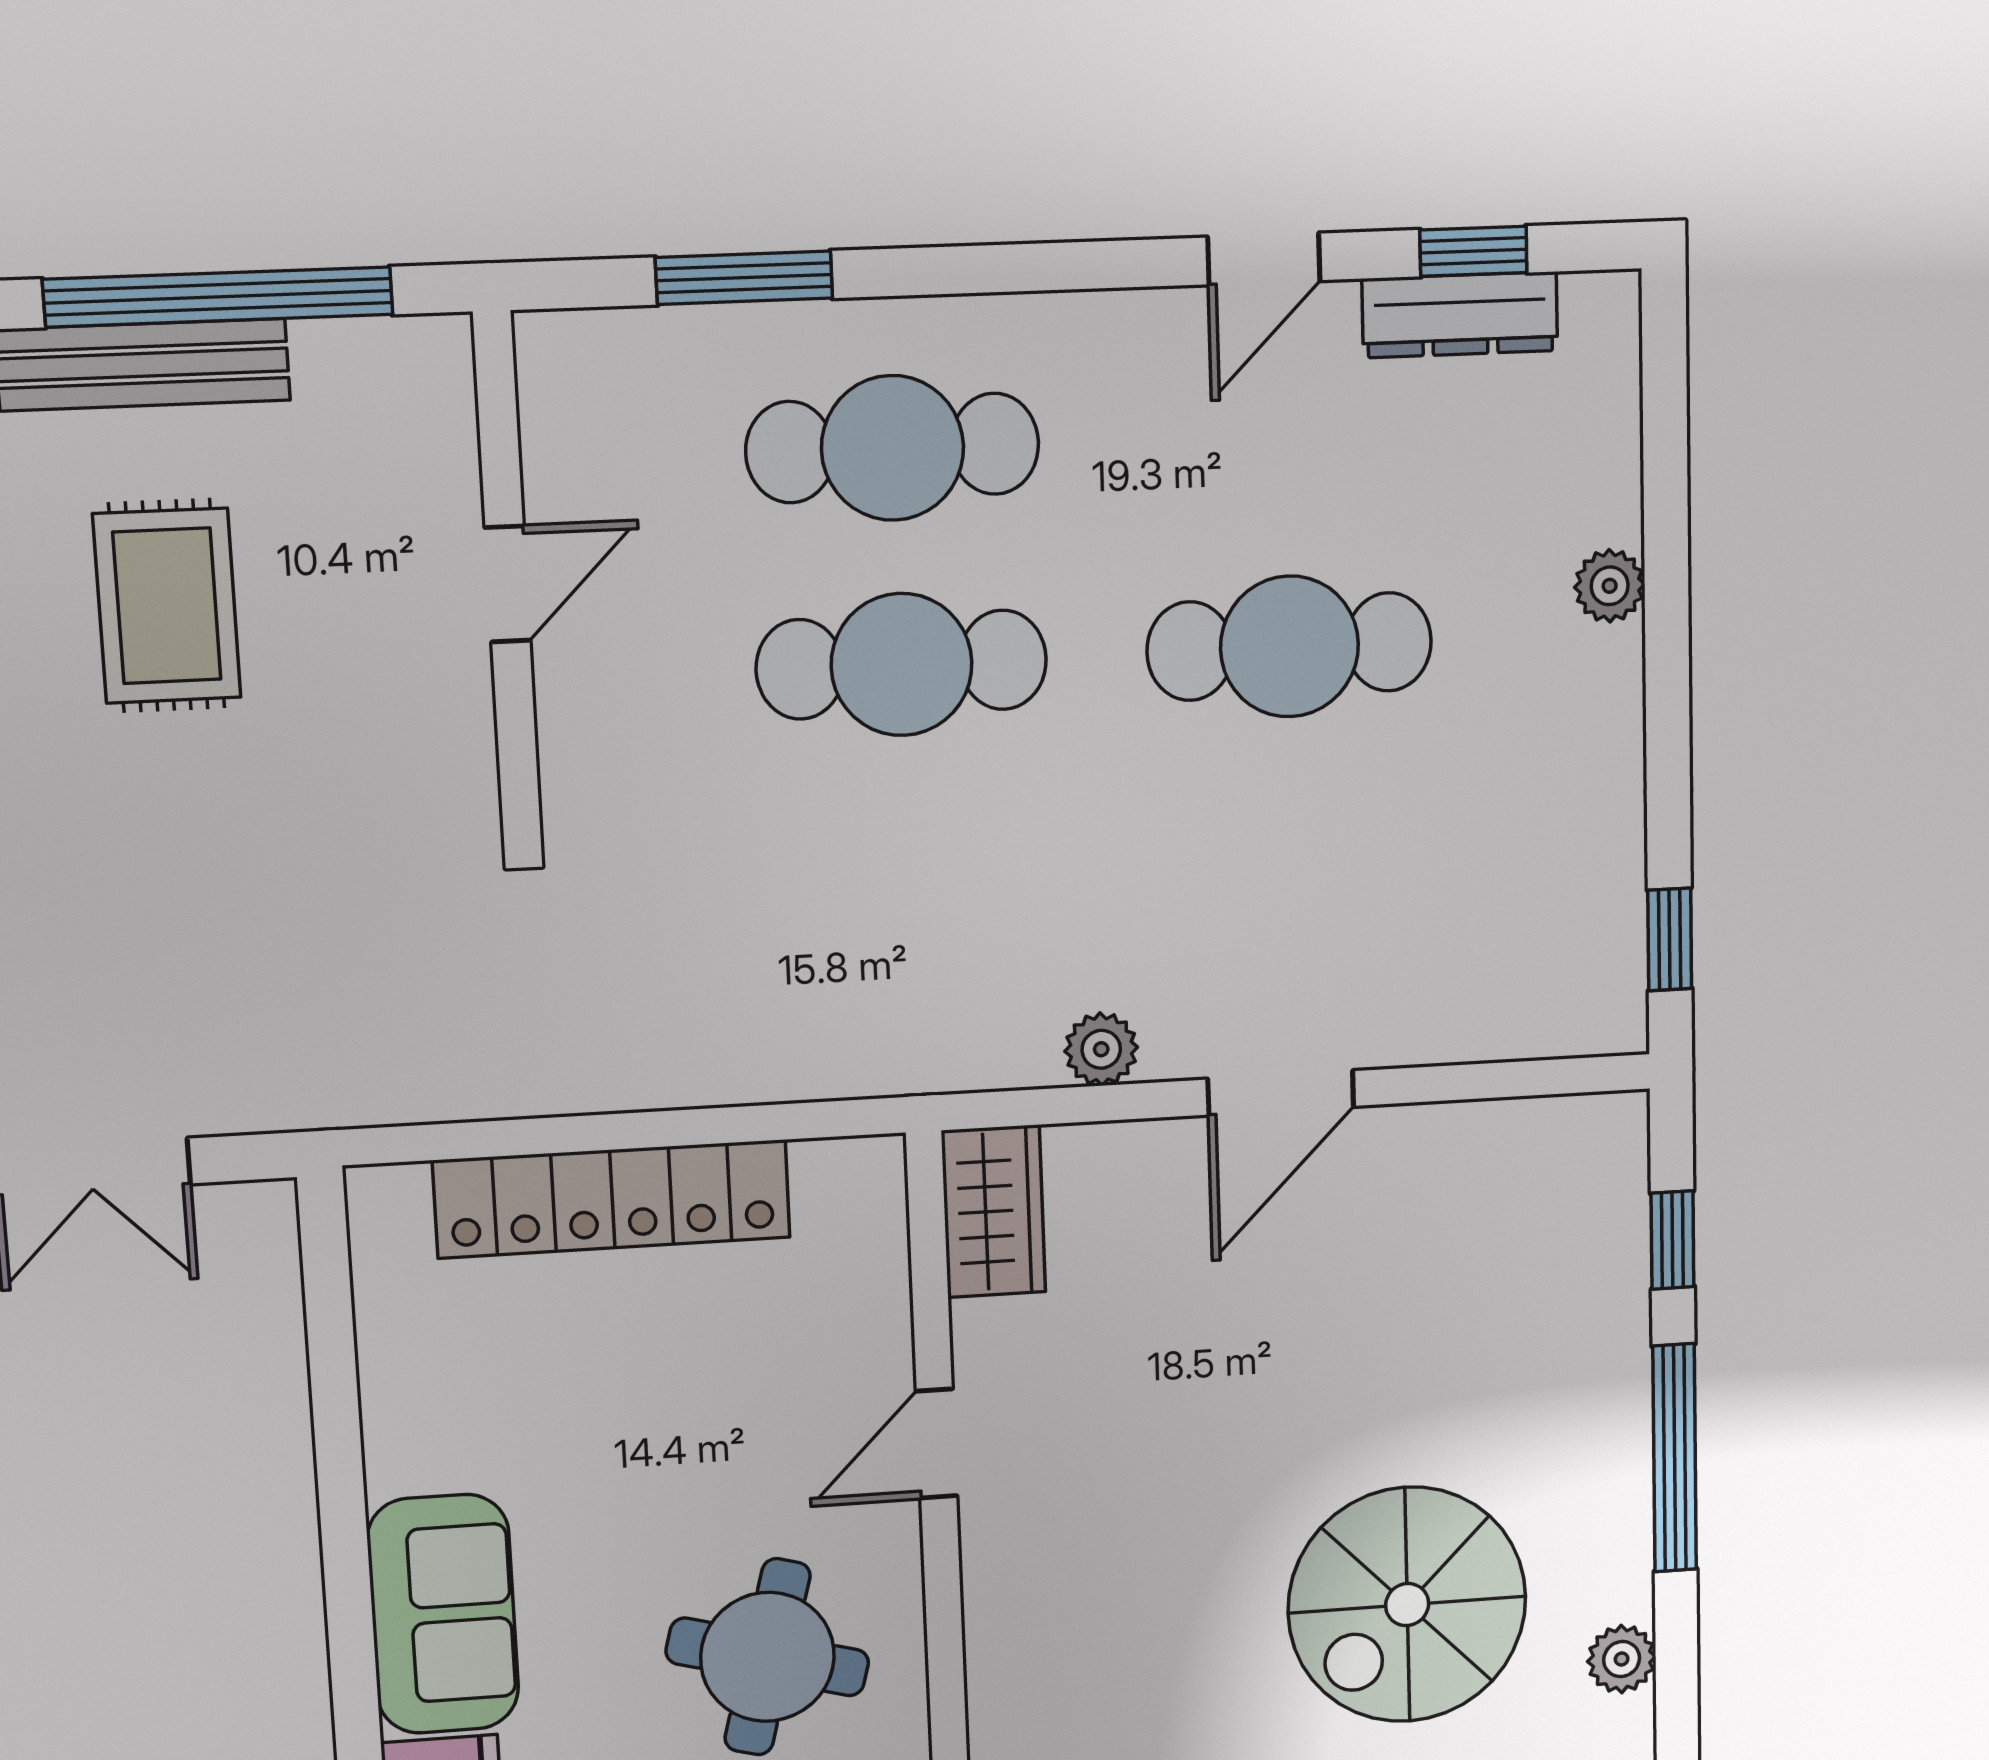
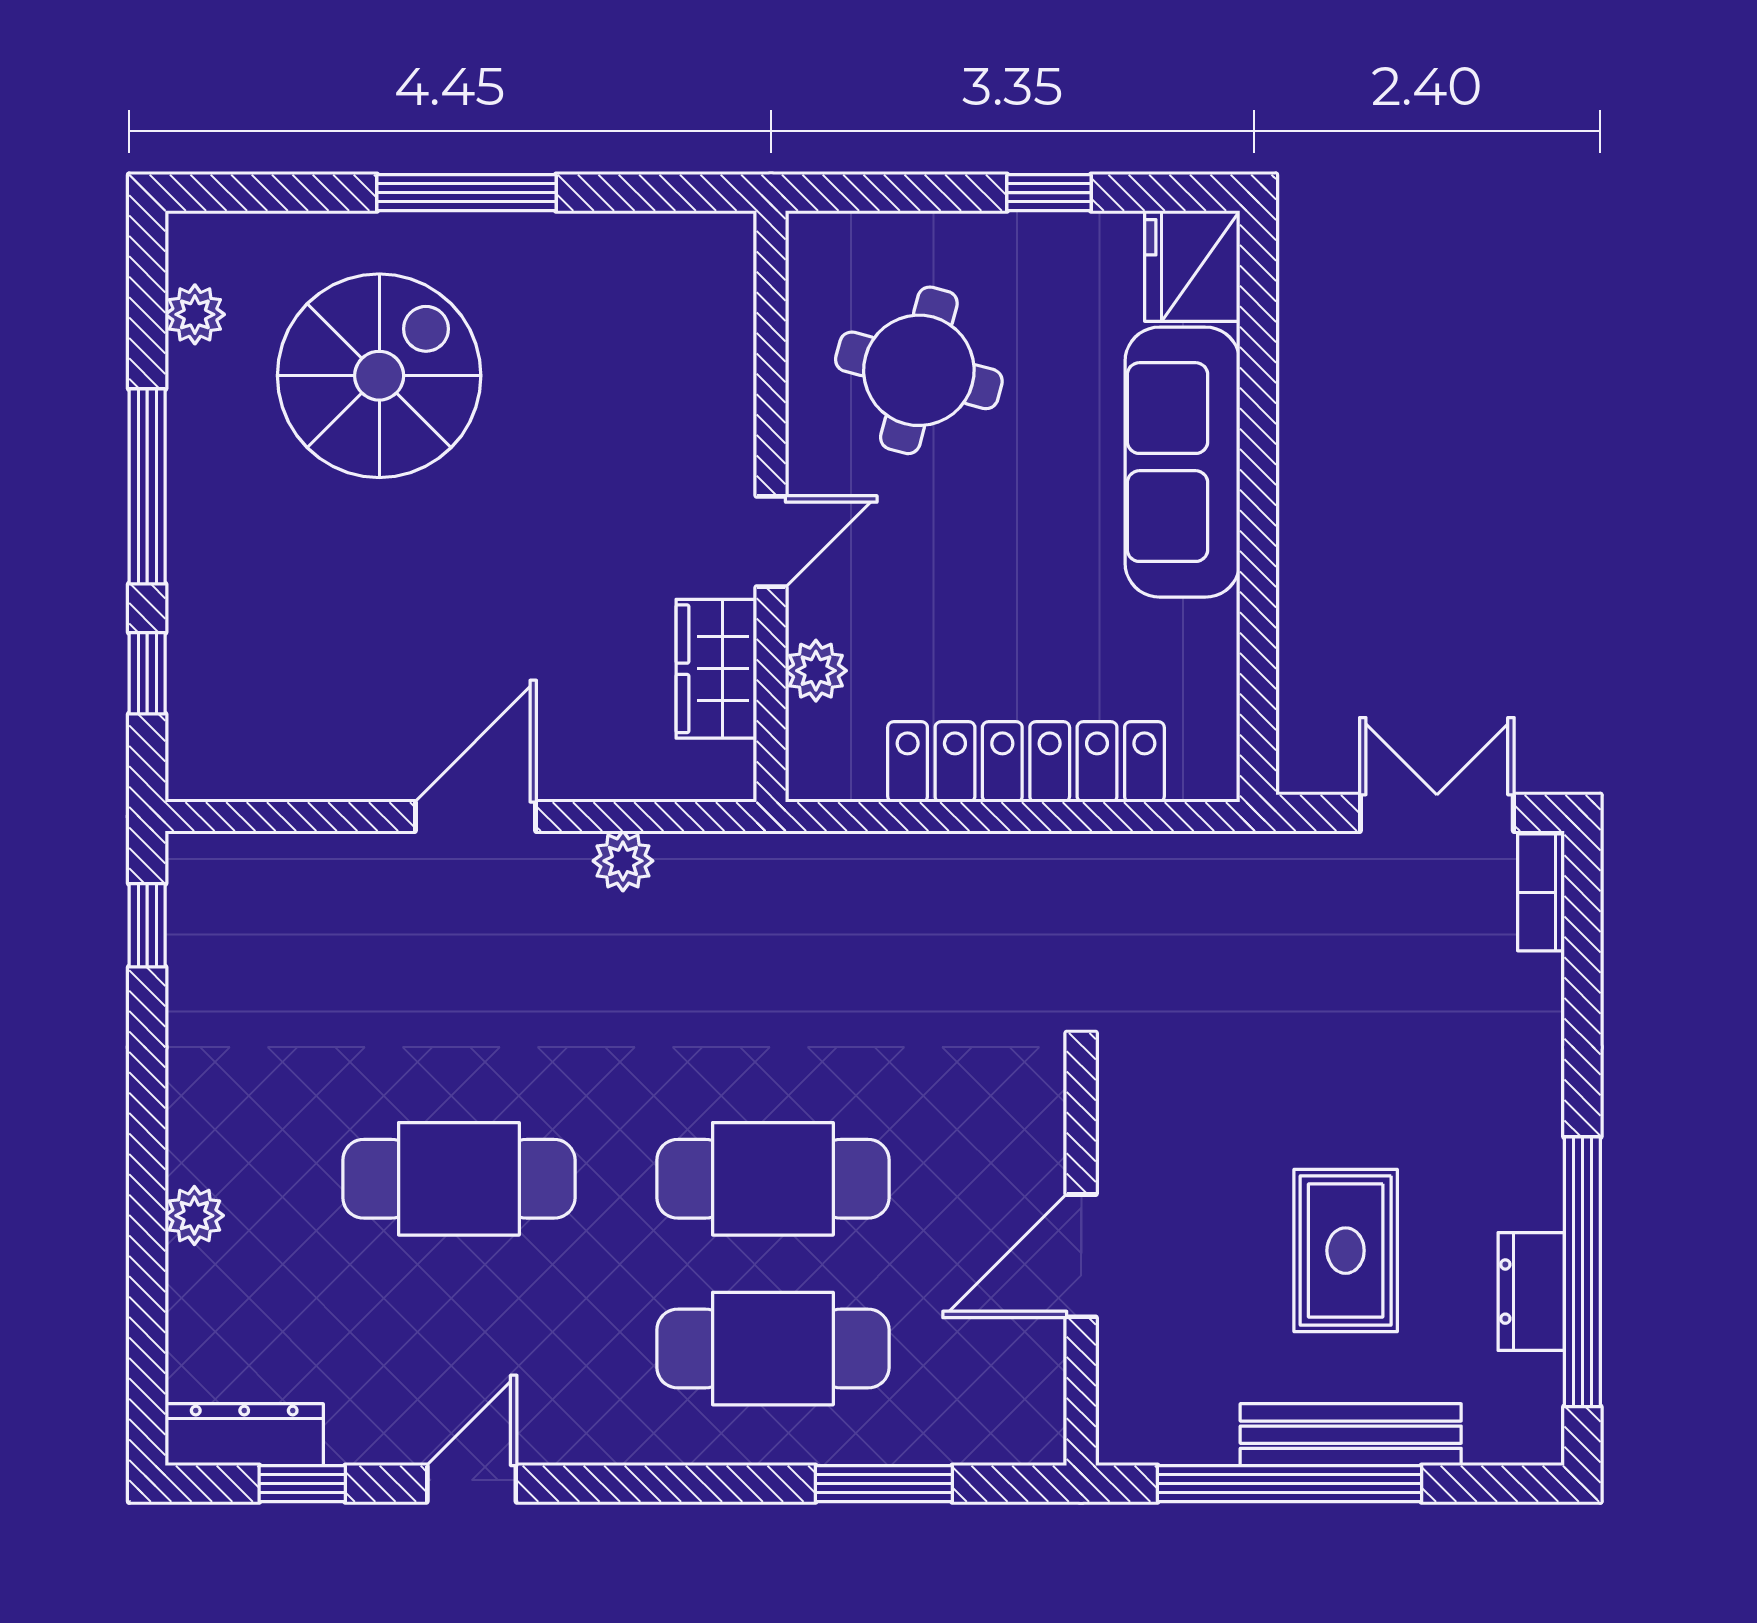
dresser: (1460, 315) -> (244, 1435), moved
door: (507, 584) -> (1081, 1256), width x1.37
wardrobe: (994, 1211) -> (716, 669), moved
plant: (876, 1293) -> (816, 671), added
sofa: (443, 1614) -> (1182, 462), width x1.36

